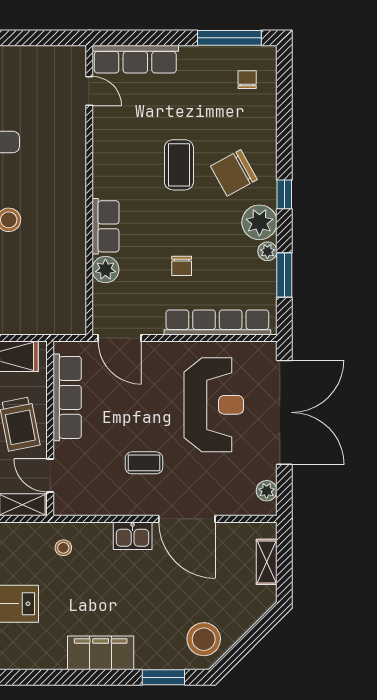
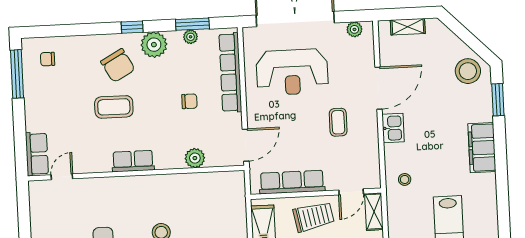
row of seats: (135, 59) -> (37, 154), width x0.68
row of seats: (106, 226) -> (133, 161), moved
plant: (267, 251) -> (191, 37), moved
reception desk: (214, 405) -> (292, 72), turned 180

